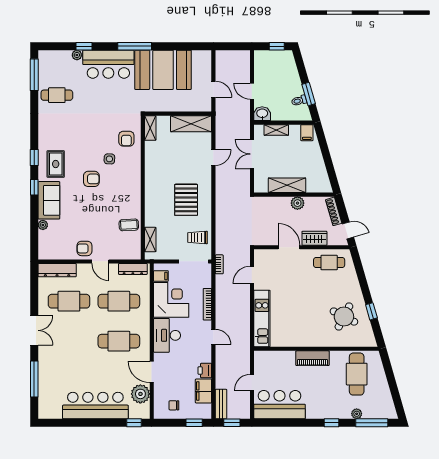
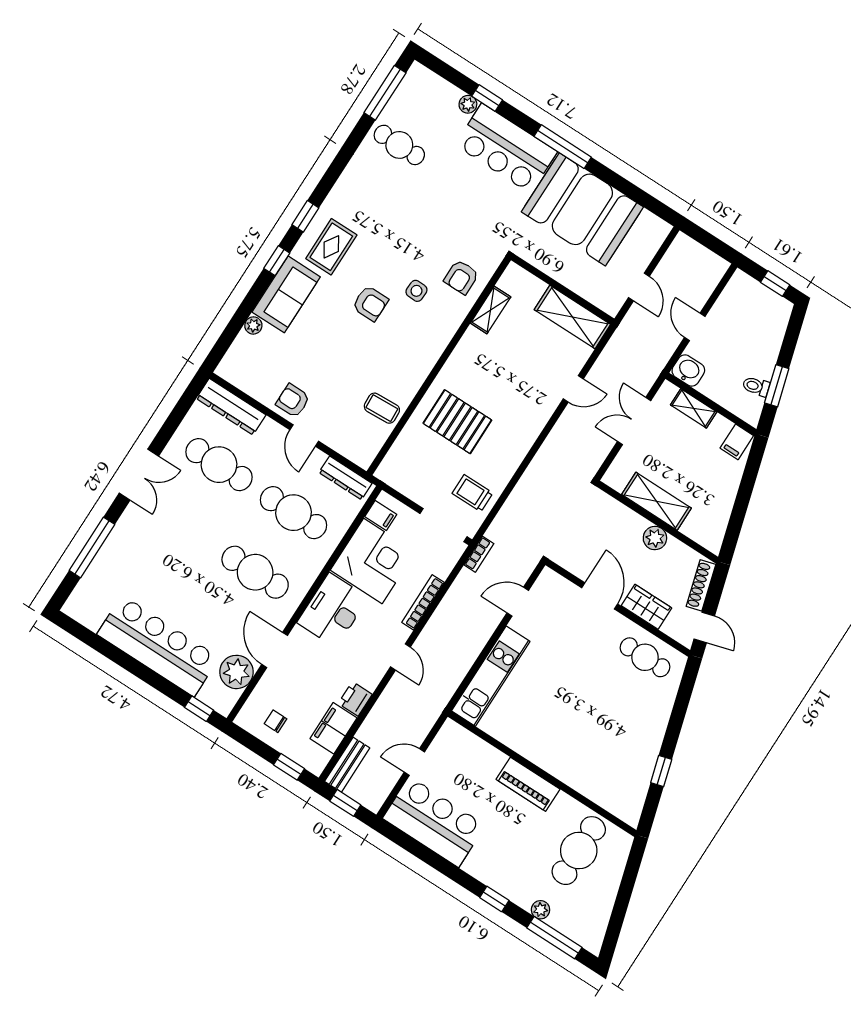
shelving: (150, 128) -> (491, 310), moved
pallet: (186, 200) -> (457, 422), moved, turned 90
shelving: (150, 240) -> (400, 451), removed
round table: (344, 317) -> (615, 752), removed

